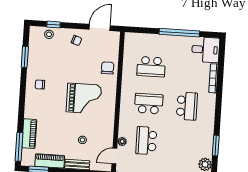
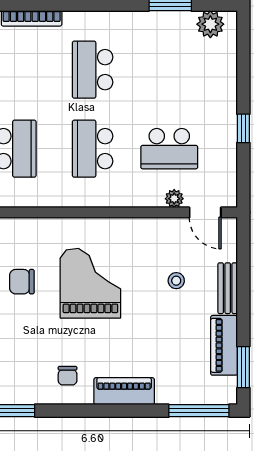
chair: (108, 68) -> (22, 282), moved
school desk: (187, 106) -> (93, 70), turned -90
piano: (29, 134) -> (124, 391), moved

